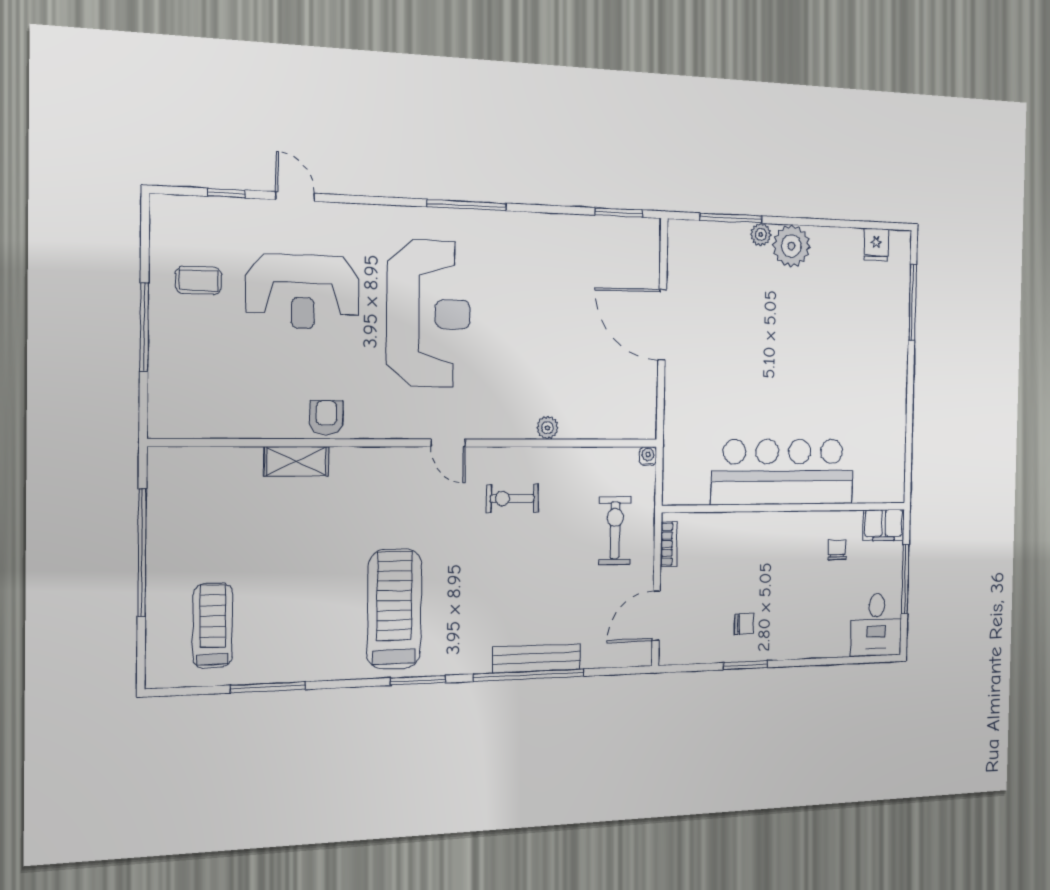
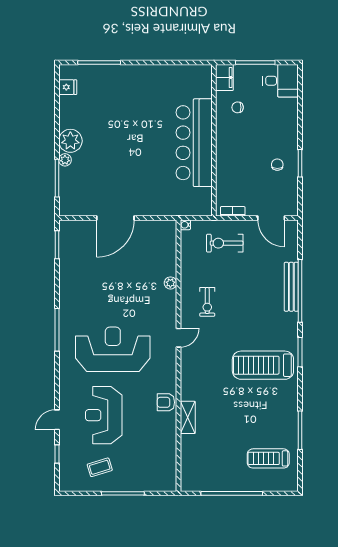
coffee table: (199, 280) -> (100, 467), turned 73
reception desk: (303, 292) -> (104, 415), turned 180

